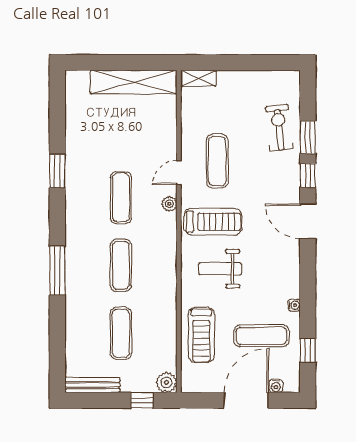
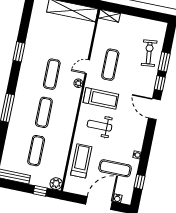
treadmill: (201, 335) -> (81, 161), turned 180

